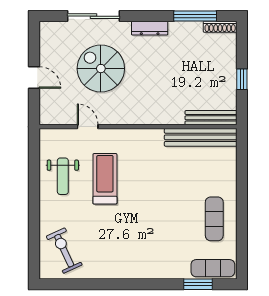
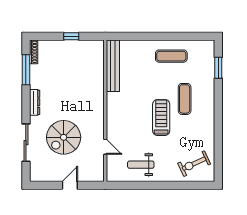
bench: (211, 118) -> (99, 58), removed
door: (88, 127) -> (105, 147), swing flipped
weight bench: (63, 176) -> (141, 165), turned 180
treadmill: (105, 179) -> (161, 117), moved, turned 90
exercise mat: (213, 268) -> (185, 99), moved

